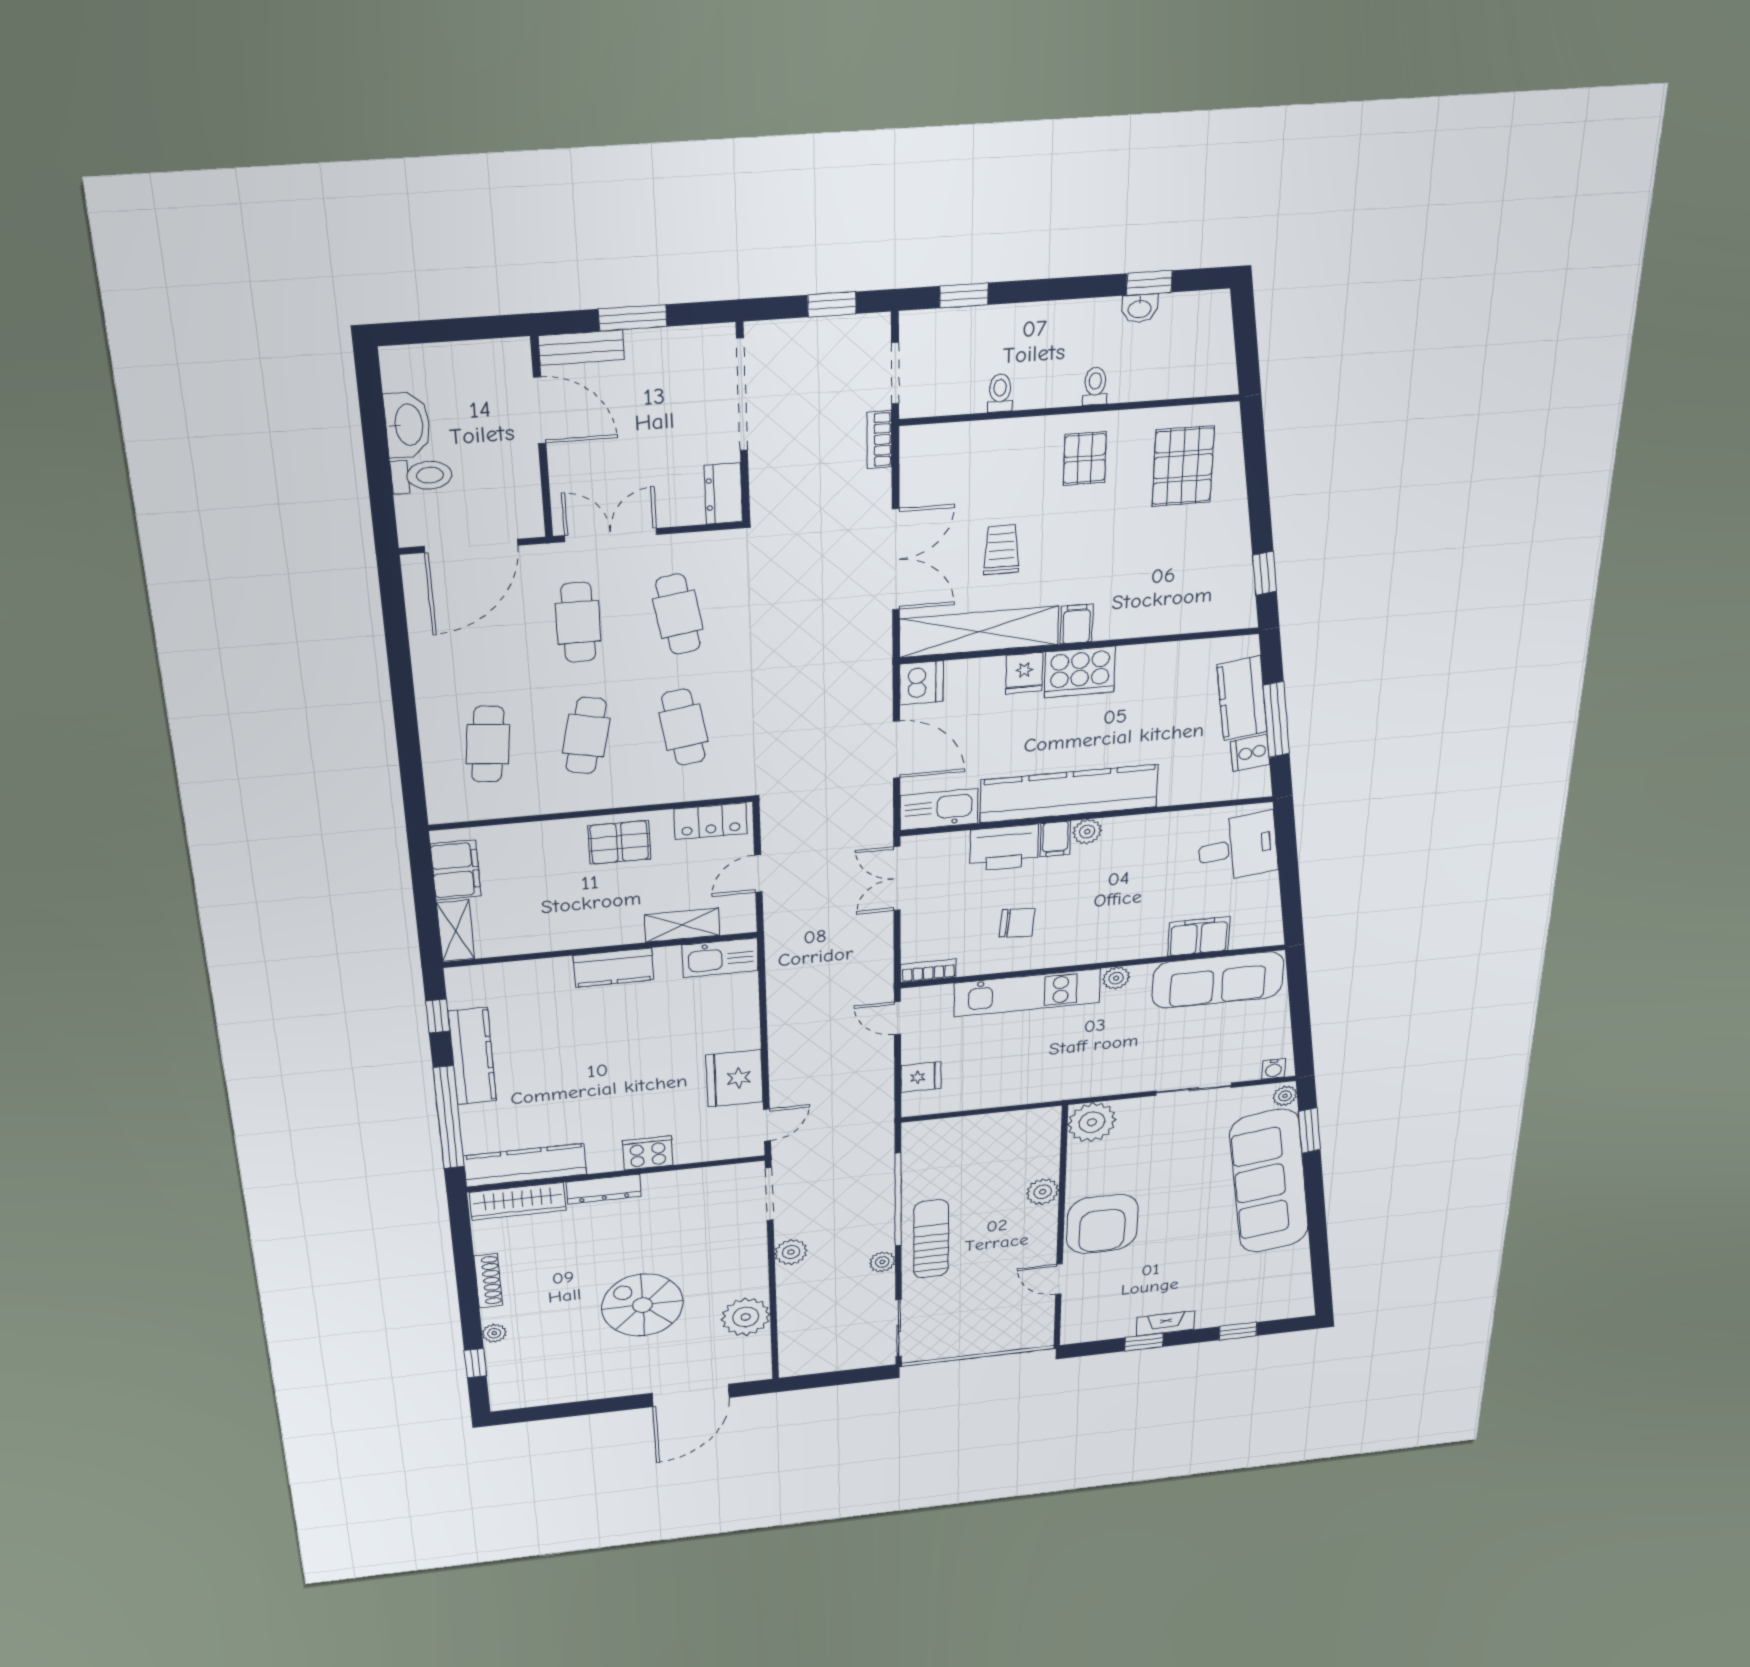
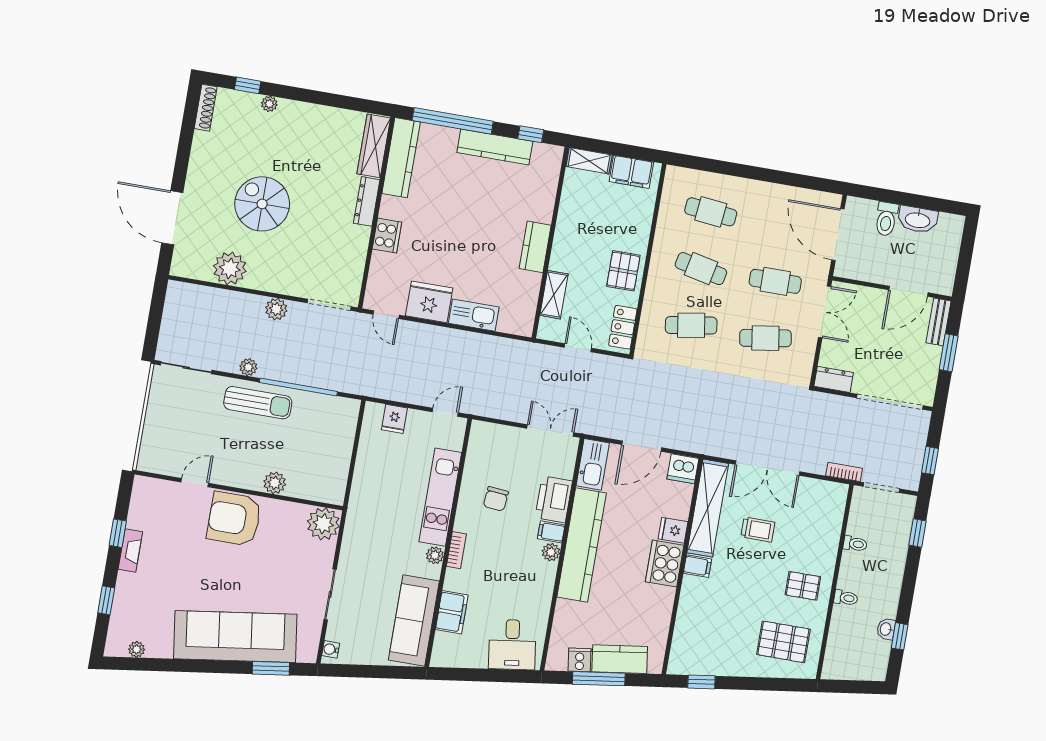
kitchen sink: (720, 958) -> (474, 315), moved, turned 90
bookcase: (928, 971) -> (456, 550), moved
plant: (1285, 1096) -> (137, 649), moved
shoe rack: (488, 1281) -> (206, 108), moved, turned -90
spiral stairs: (643, 1305) -> (262, 204), turned -90

